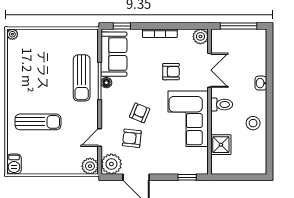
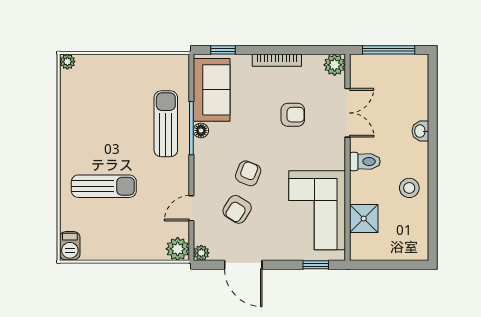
sun lounger: (82, 78) -> (166, 124), turned 180
corner sofa: (188, 119) -> (317, 210), moved
armchair: (132, 138) -> (237, 209), turned -64
plant: (111, 164) -> (201, 253), width x0.53, depth x0.53

